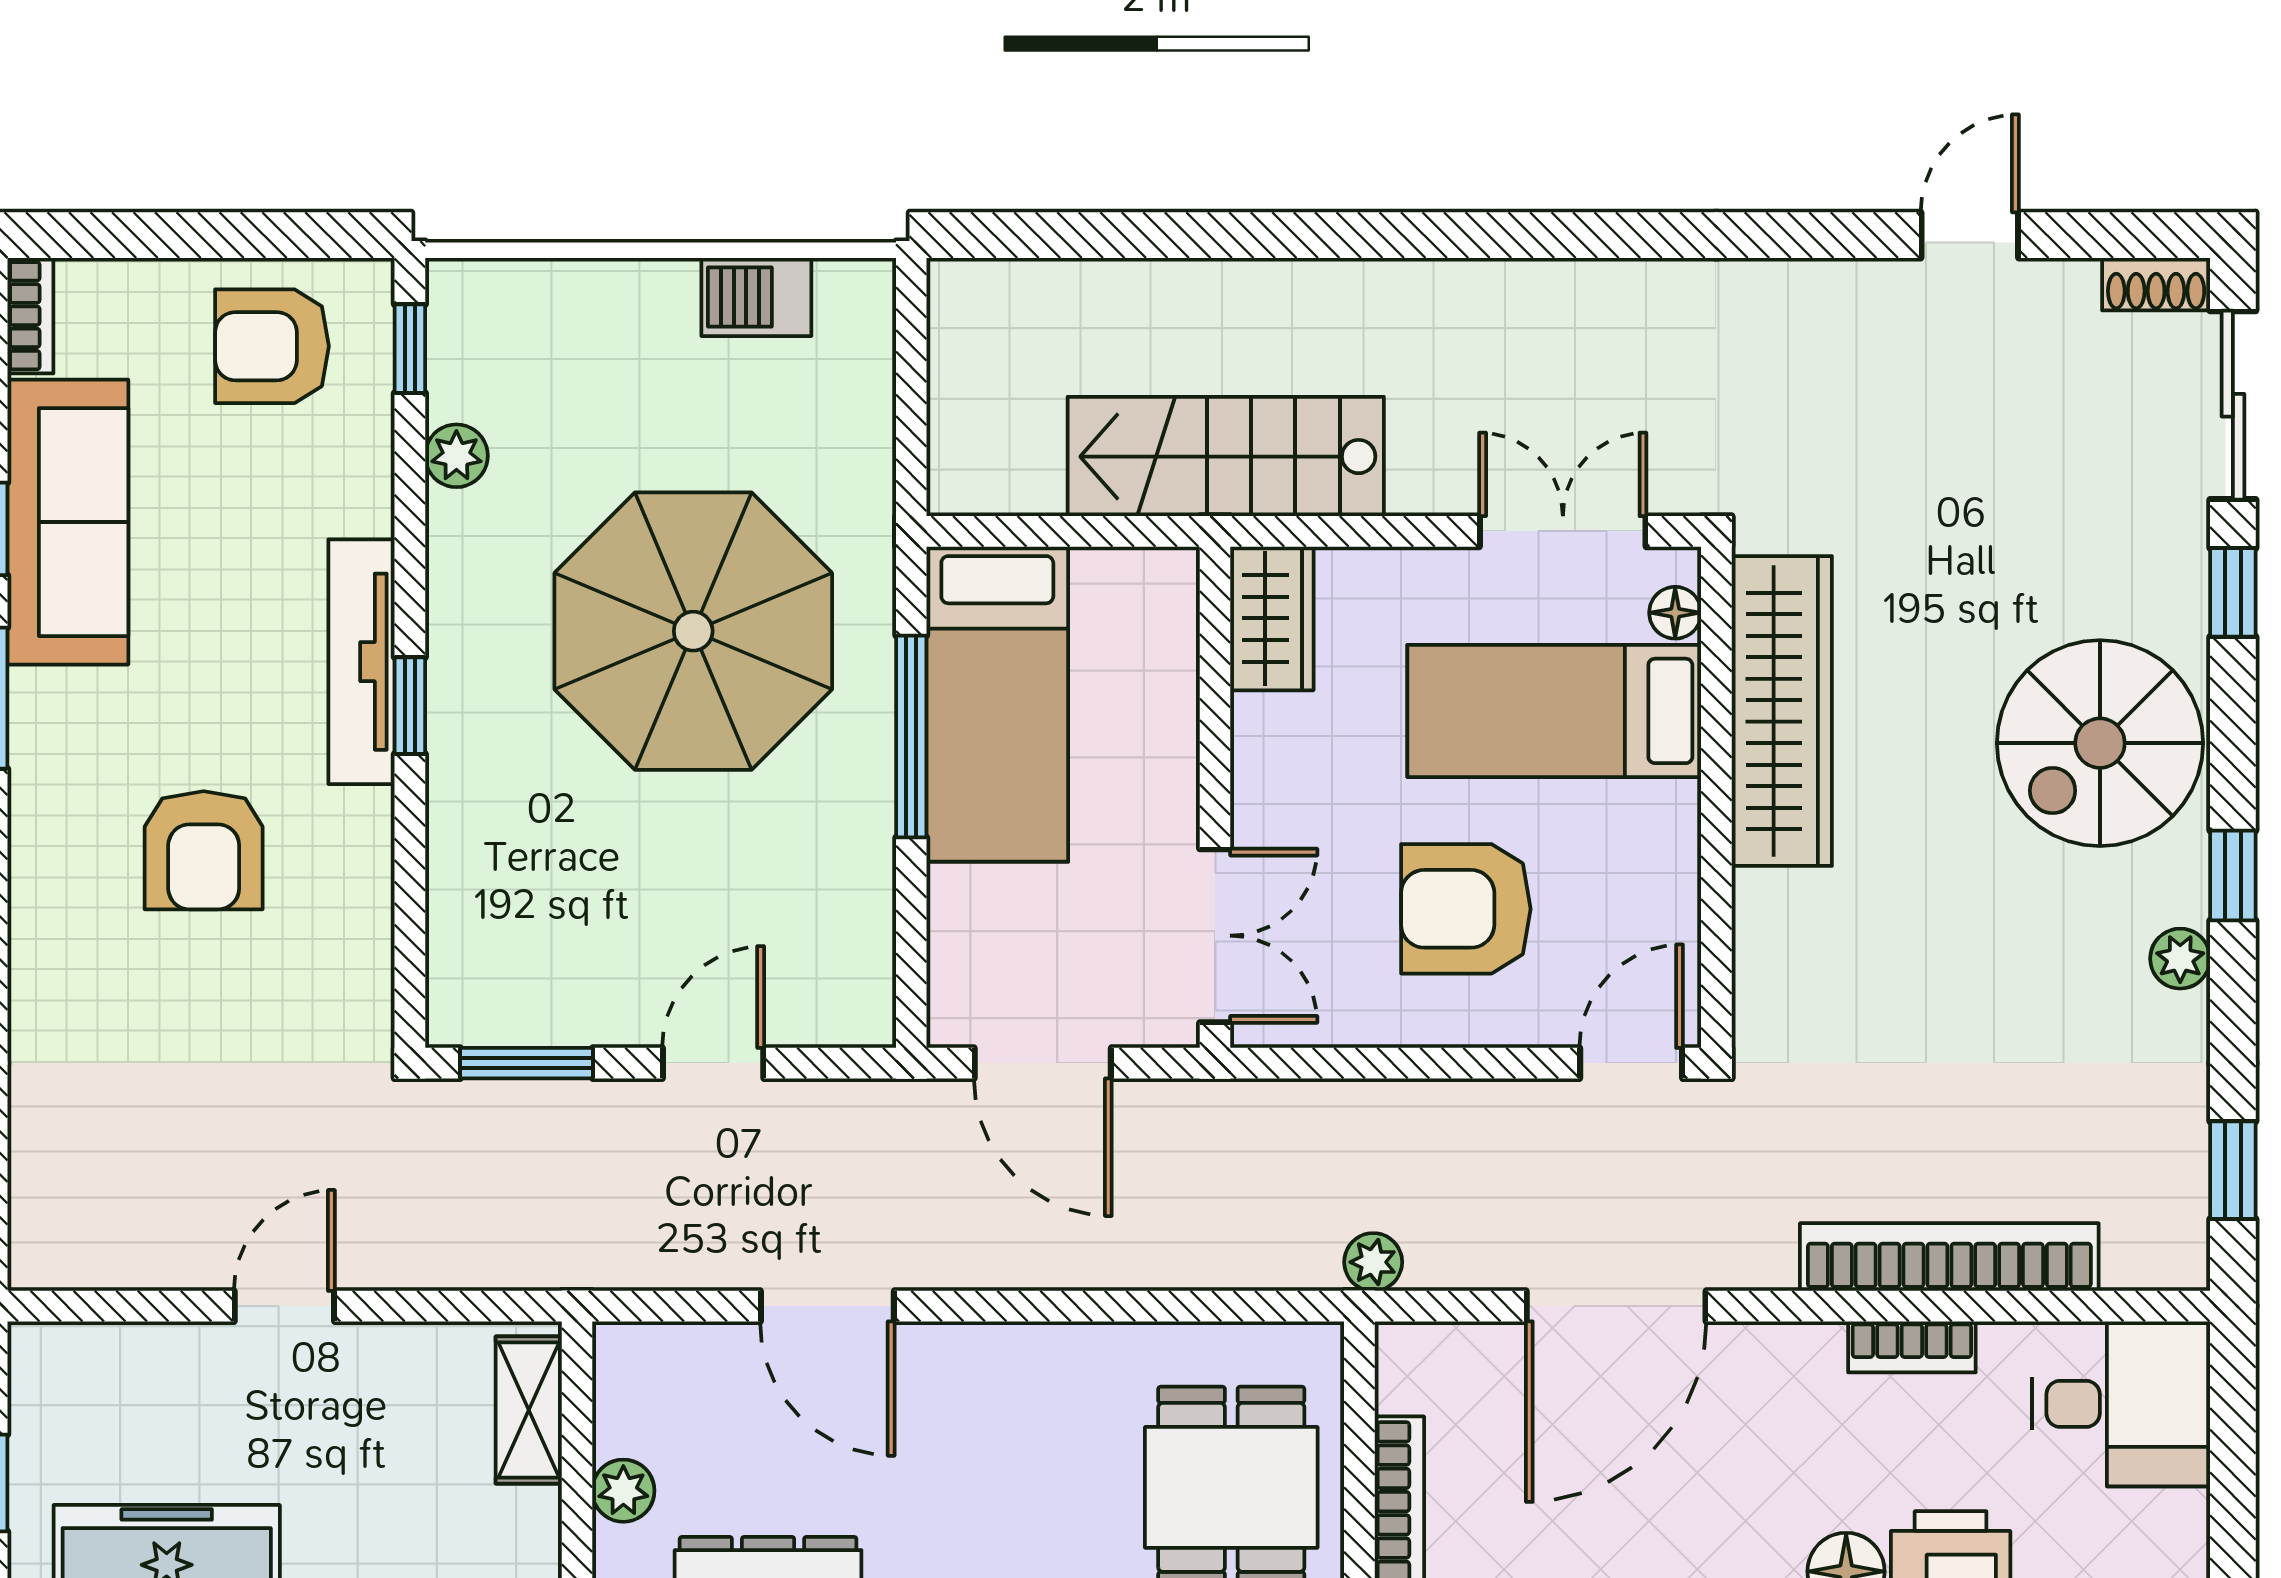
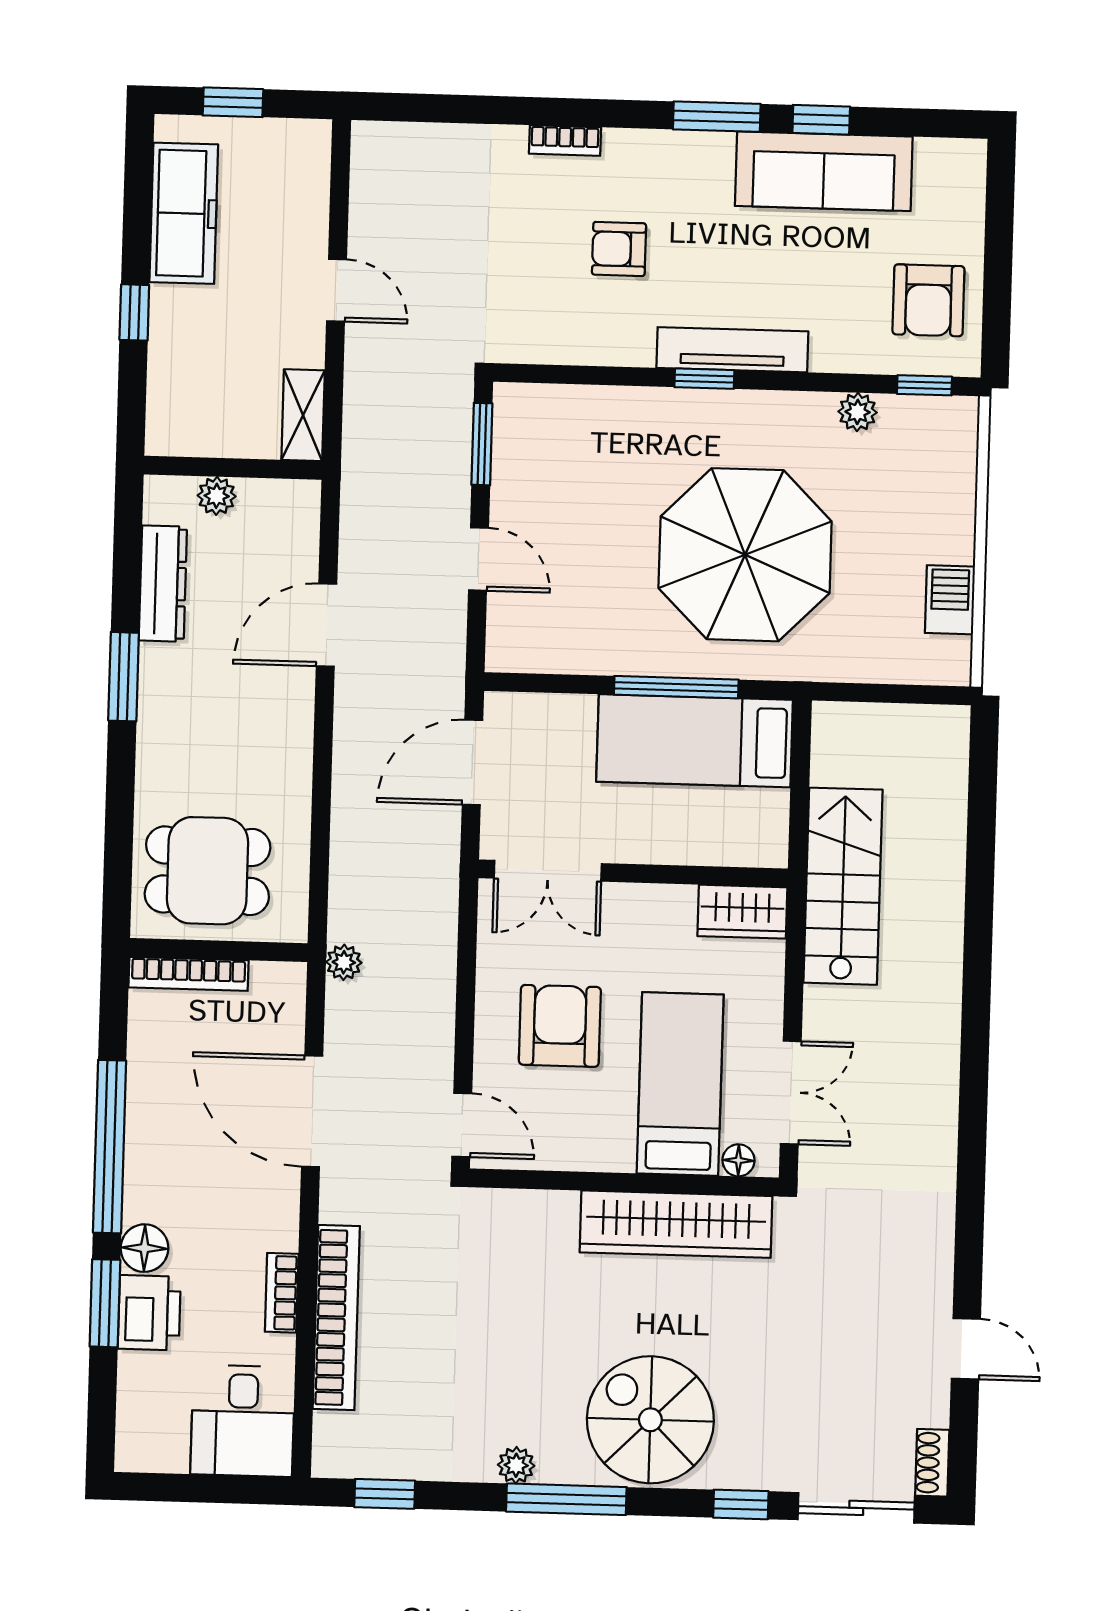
bookcase: (30, 316) -> (565, 140), moved
armchair: (272, 346) -> (928, 300), turned 180
armchair: (204, 850) -> (619, 249), width x0.72, depth x0.72
window: (2233, 876) -> (566, 1499), width x2.17
shelving: (529, 1410) -> (303, 415), moved, turned 90

